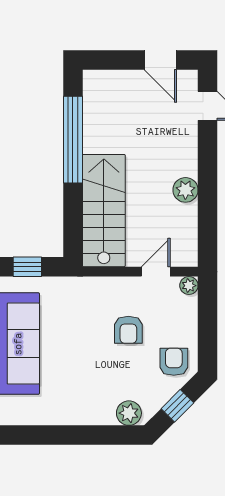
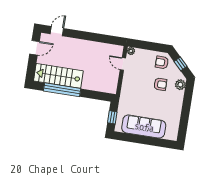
plant: (185, 190) -> (91, 46), removed
stairs: (104, 211) -> (58, 76), moved
armchair: (128, 330) -> (160, 84), moved

